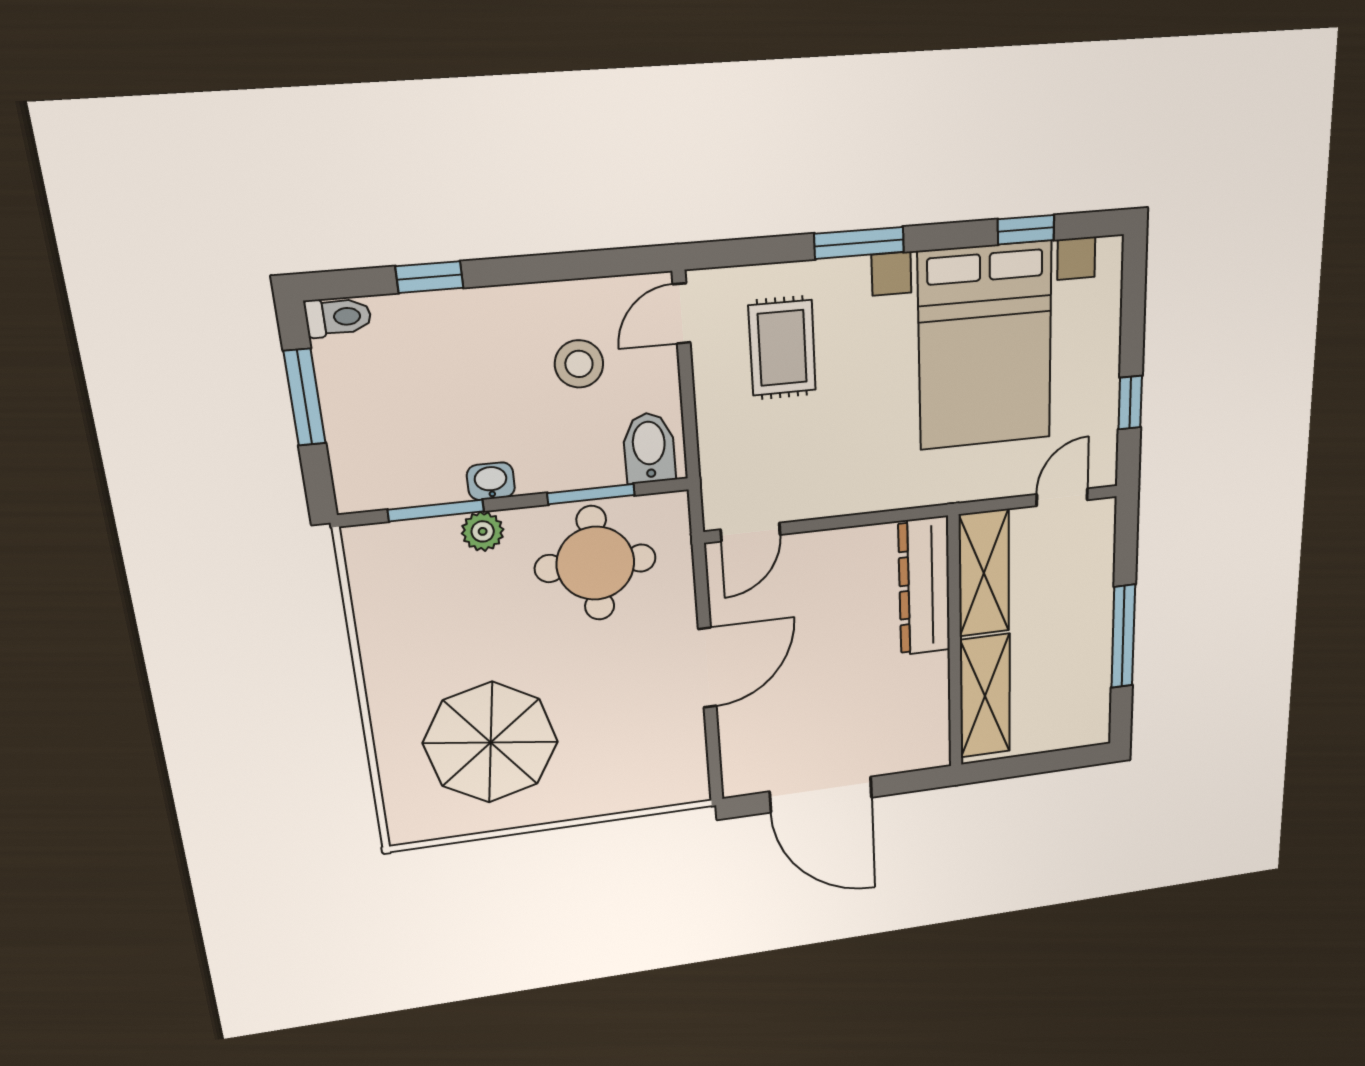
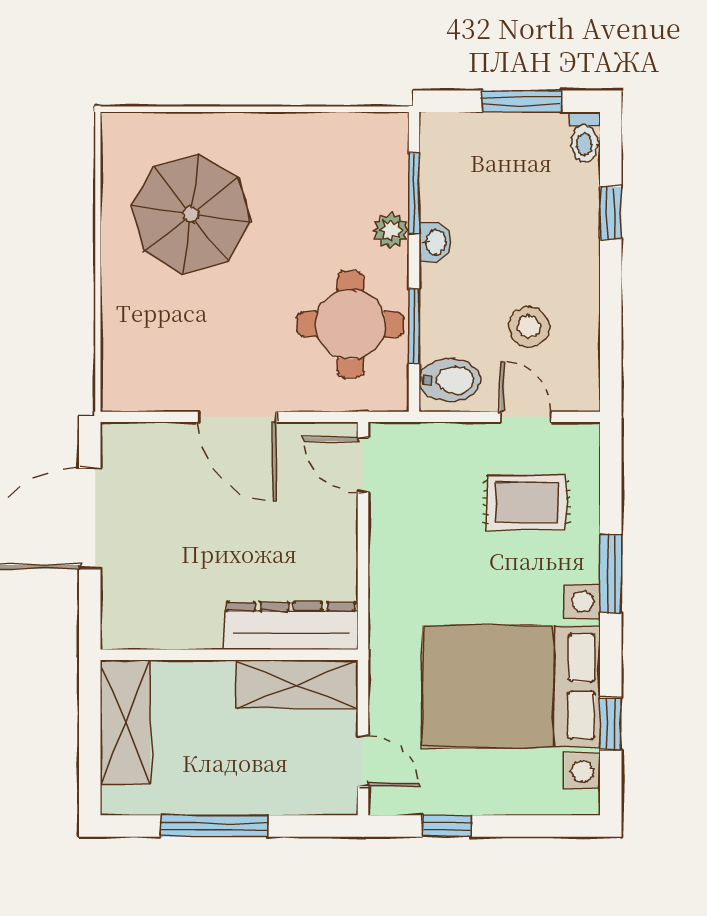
door: (682, 313) -> (526, 417), moved
shelving: (985, 696) -> (125, 722), moved, turned 90

